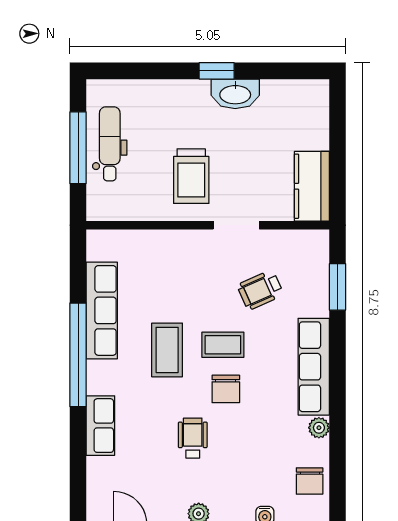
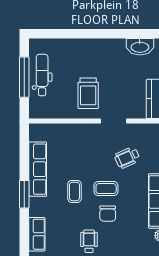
window: (217, 71) -> (103, 34), removed
washbasin: (235, 94) -> (140, 47), moved
coffee table: (167, 350) -> (74, 191), width x0.73, depth x0.77
window: (78, 355) -> (24, 194), width x0.47

